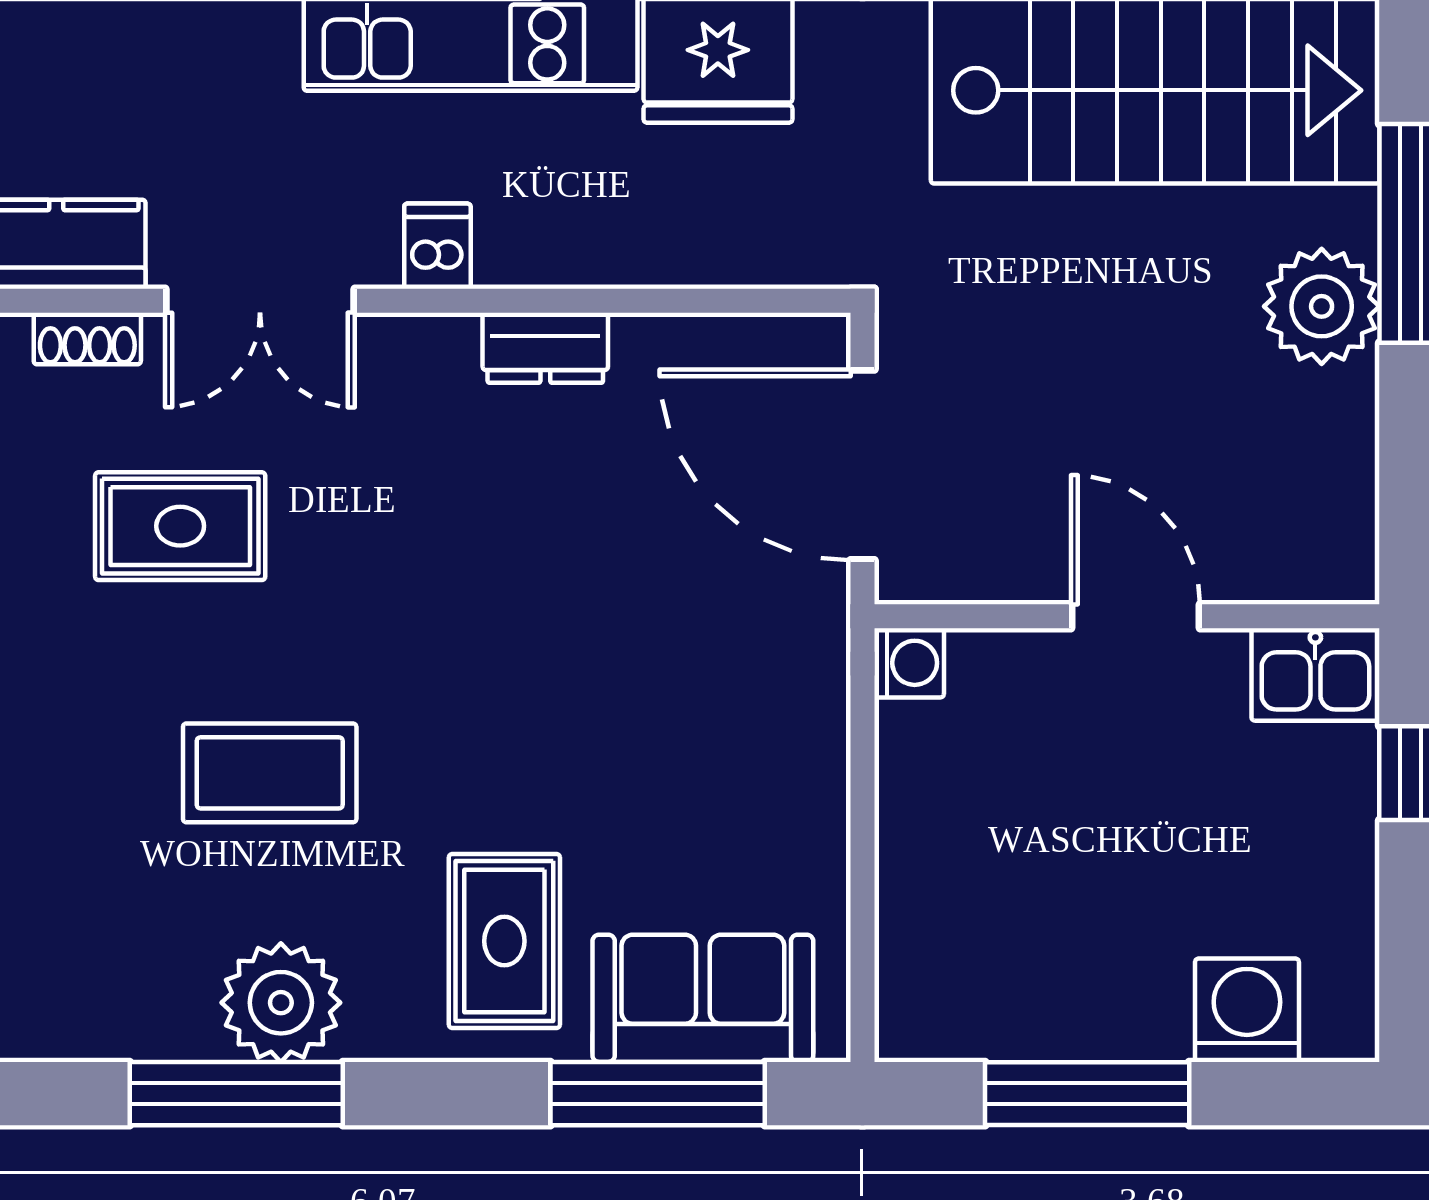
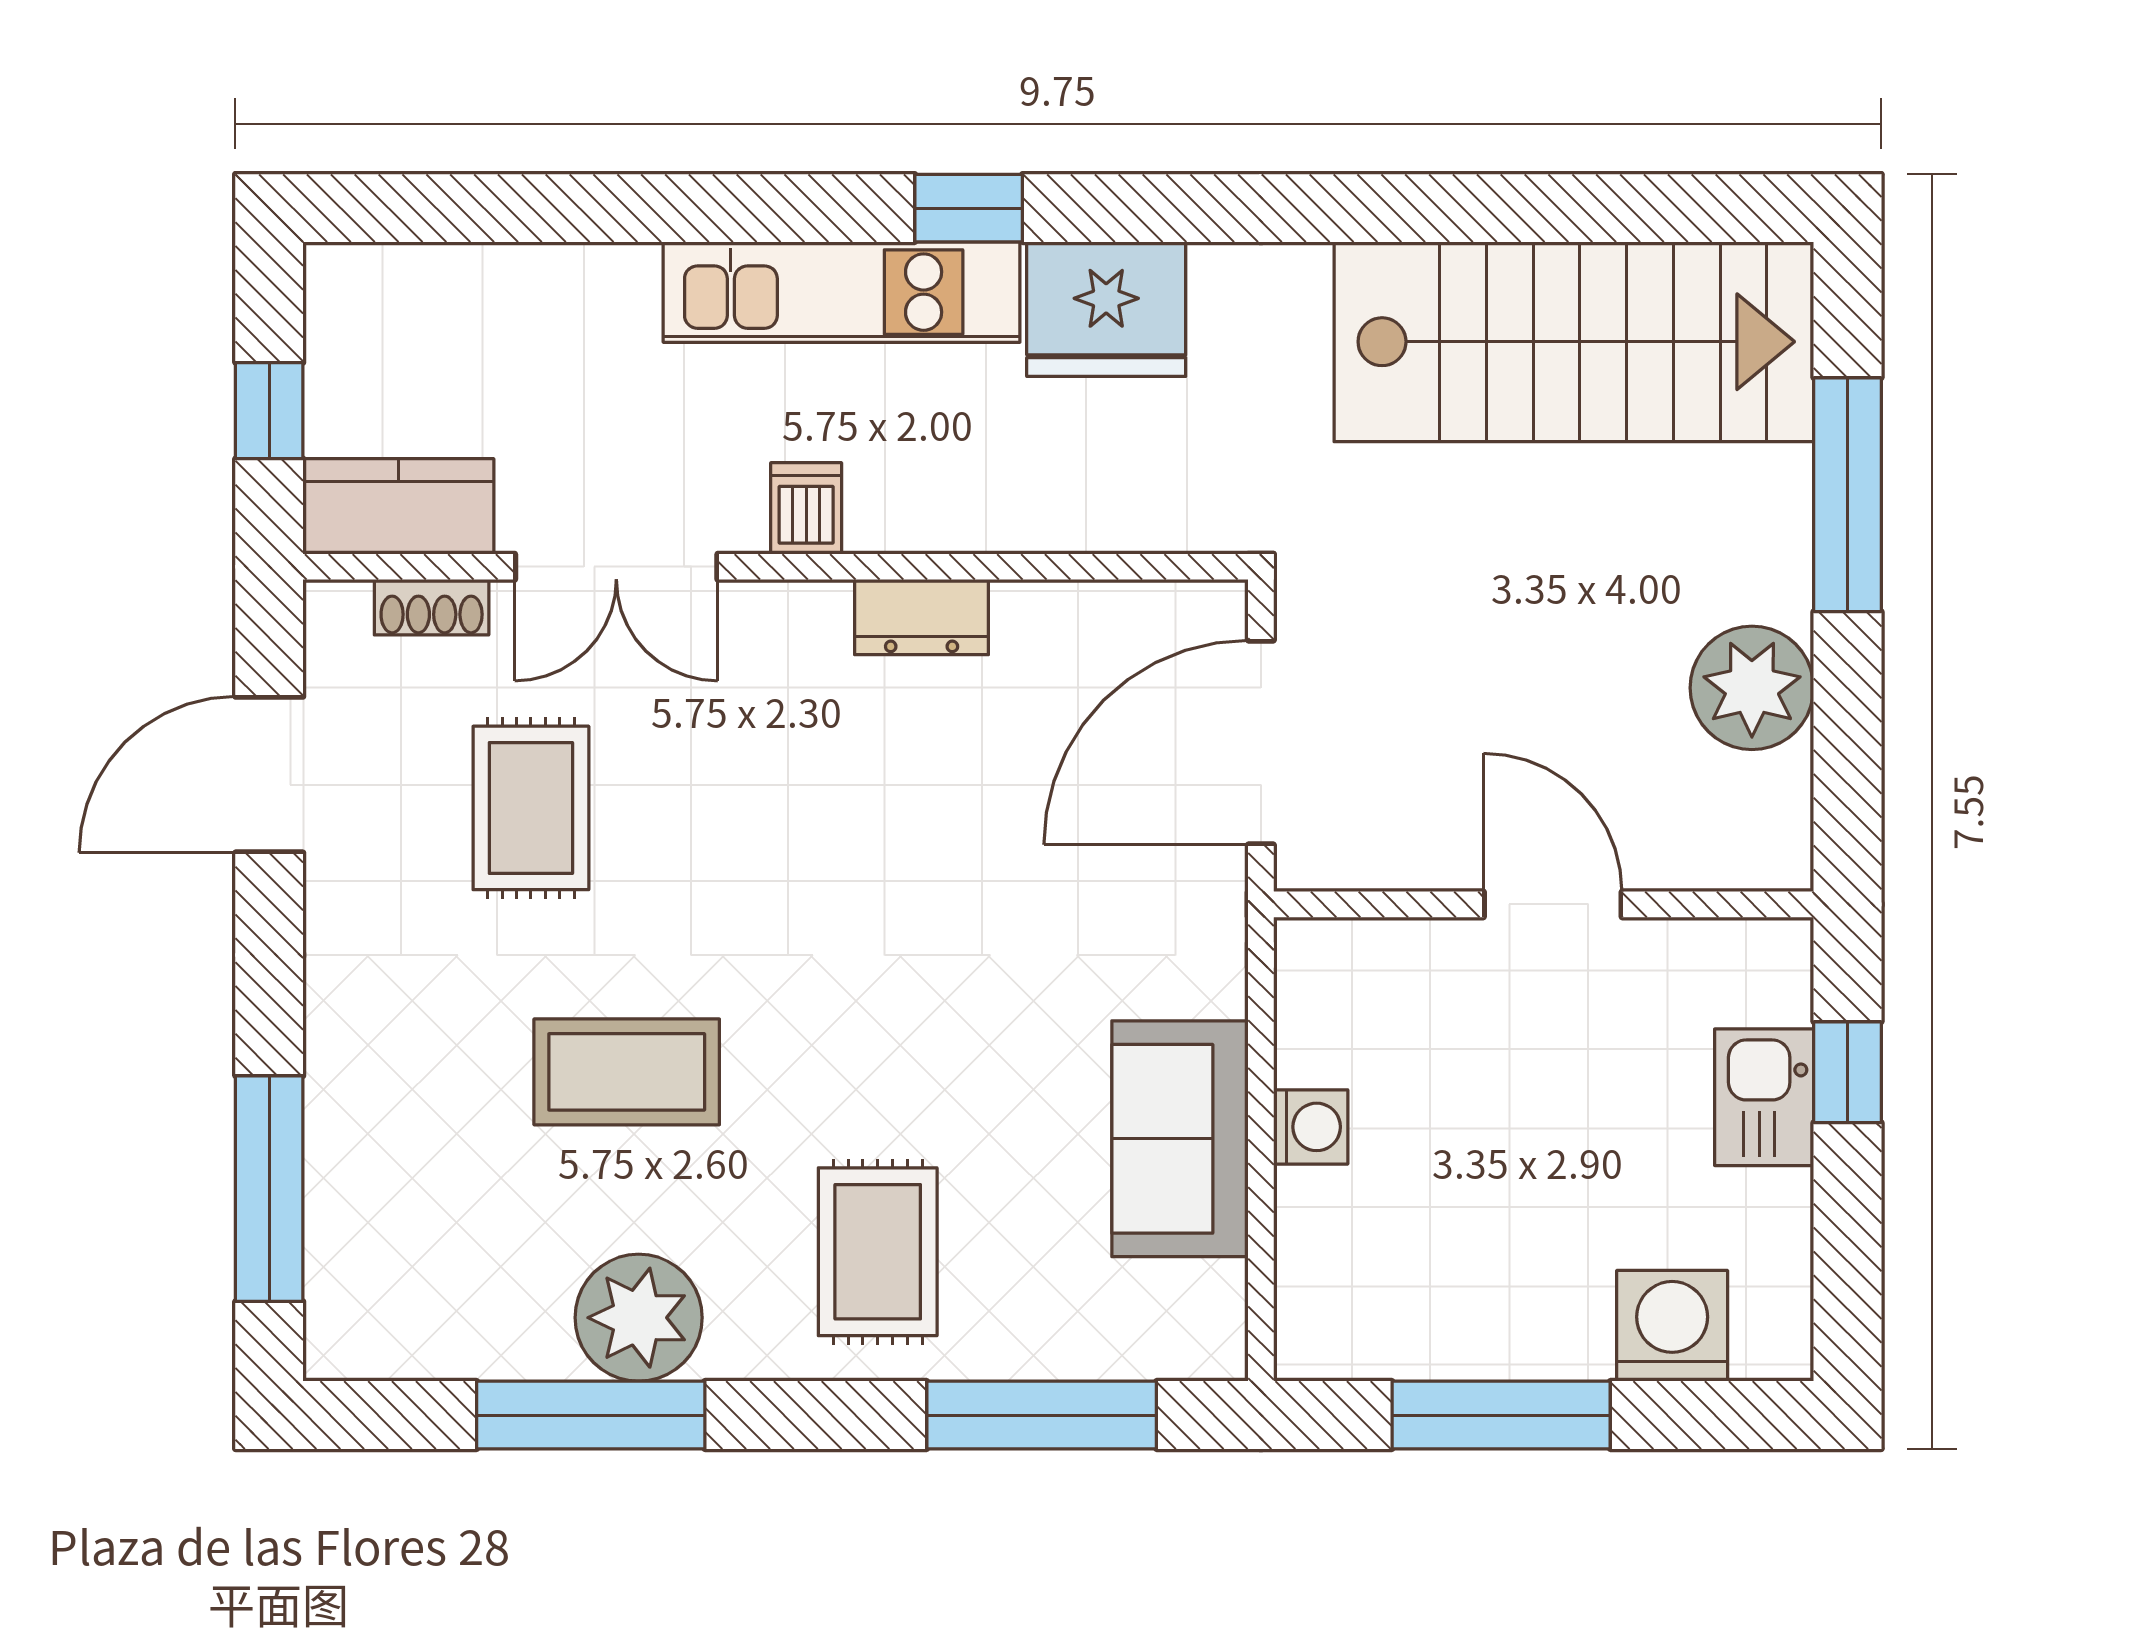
plant: (1322, 306) -> (1752, 688), moved
door: (863, 465) -> (1261, 742), hinge flipped
rug: (180, 526) -> (531, 808), turned 90
washing machine: (909, 663) -> (1311, 1127), moved
kitchen sink: (1315, 674) -> (1764, 1097), moved, turned 90
sofa: (703, 998) -> (1180, 1139), moved, turned -90

